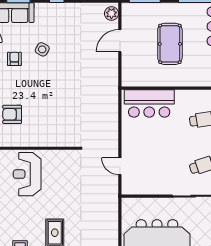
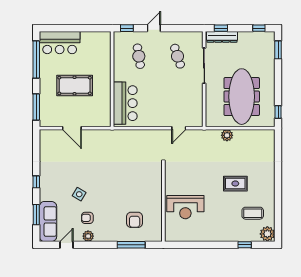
plant: (111, 13) -> (227, 135), moved

